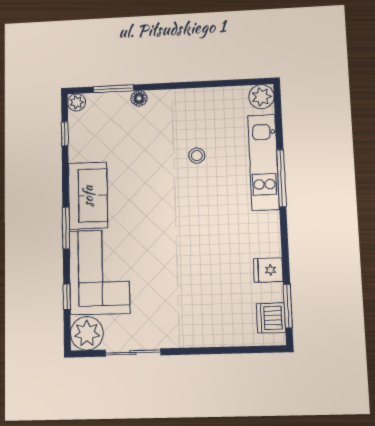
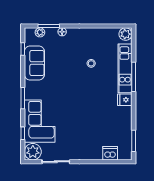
plant: (77, 102) -> (40, 32), moved
sofa: (88, 196) -> (34, 63), moved
fridge: (268, 270) -> (125, 100), moved
dishwasher: (271, 318) -> (110, 153), moved, turned 90

